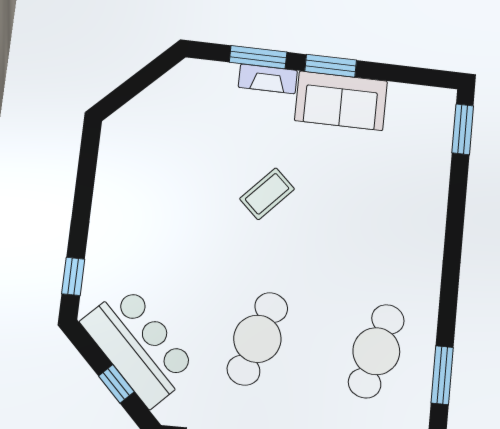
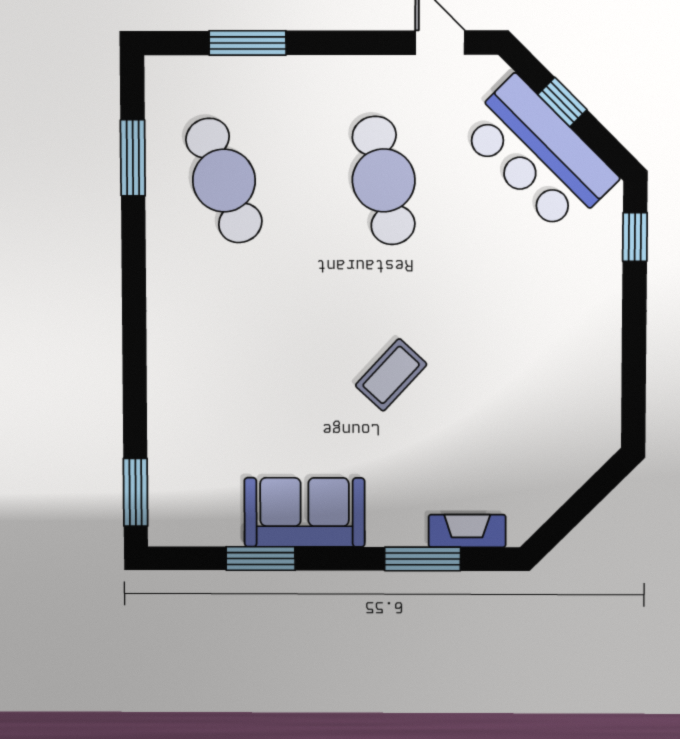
window: (331, 66) -> (261, 559), moved
fireplace: (268, 79) -> (467, 531), moved
cafe table: (257, 339) -> (384, 180), turned -30
cafe table: (376, 351) -> (224, 181), turned -36

